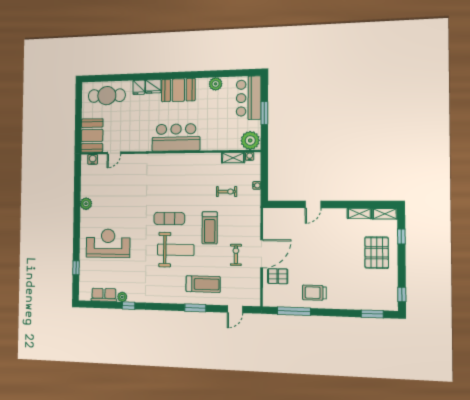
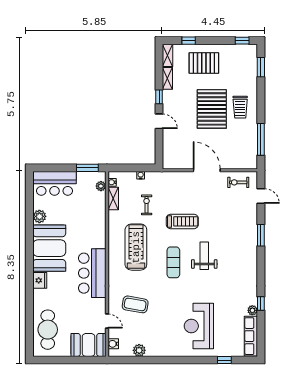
fridge: (139, 87) -> (40, 295), removed
booth: (178, 90) -> (49, 248), width x1.36, depth x1.42
window: (264, 113) -> (87, 168), moved
bar counter: (176, 137) -> (92, 273), moved
plant: (250, 140) -> (101, 186), width x0.53, depth x0.53
coffee table: (129, 180) -> (135, 304), added
plant: (86, 204) -> (139, 350), moved
window: (339, 204) -> (159, 97), added
weight bench: (176, 250) -> (204, 256), width x0.73, depth x0.75
exercise bike: (236, 255) -> (238, 182), moved
pallet: (278, 276) -> (212, 109), moved, width x2.05, depth x2.00
treadmill: (203, 284) -> (136, 247), moved, width x1.37, depth x1.38
trolley: (314, 293) -> (240, 107), moved
row of seats: (104, 295) -> (251, 336), width x1.48

